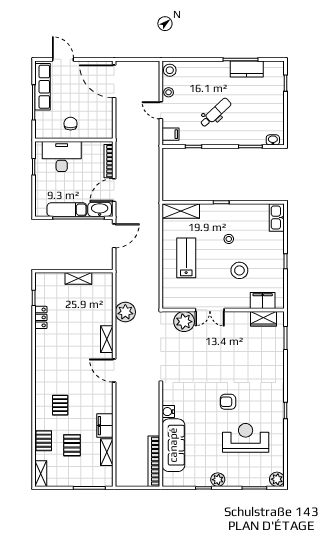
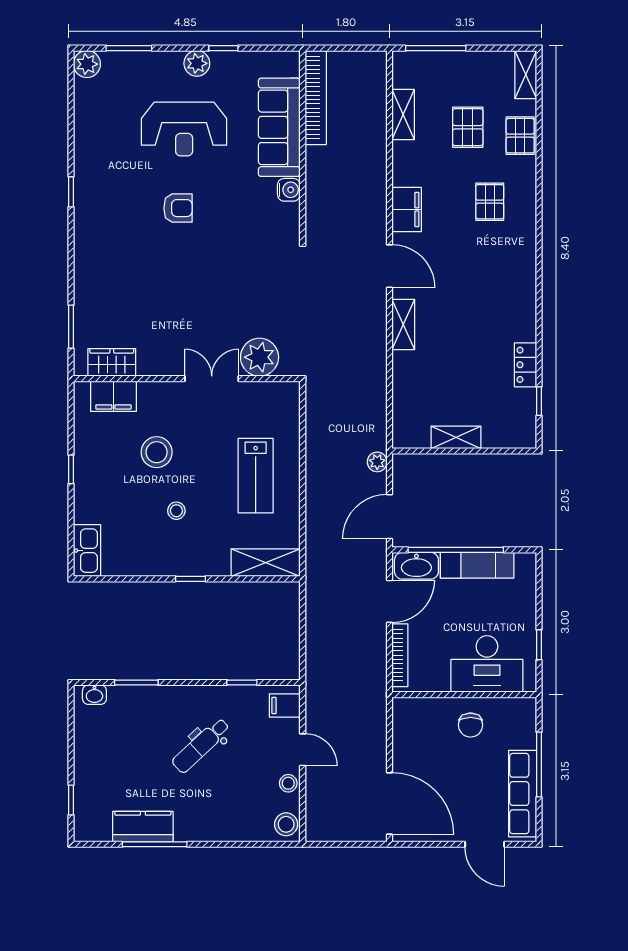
plant: (125, 312) -> (377, 462), moved, width x0.53, depth x0.53
filing cabinet: (105, 426) -> (407, 209), moved
reception desk: (246, 438) -> (184, 129), moved

